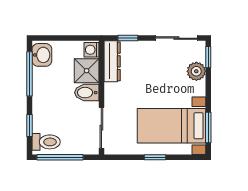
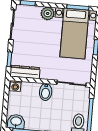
shower: (87, 71) -> (30, 91), removed
plant: (196, 71) -> (48, 13), moved

